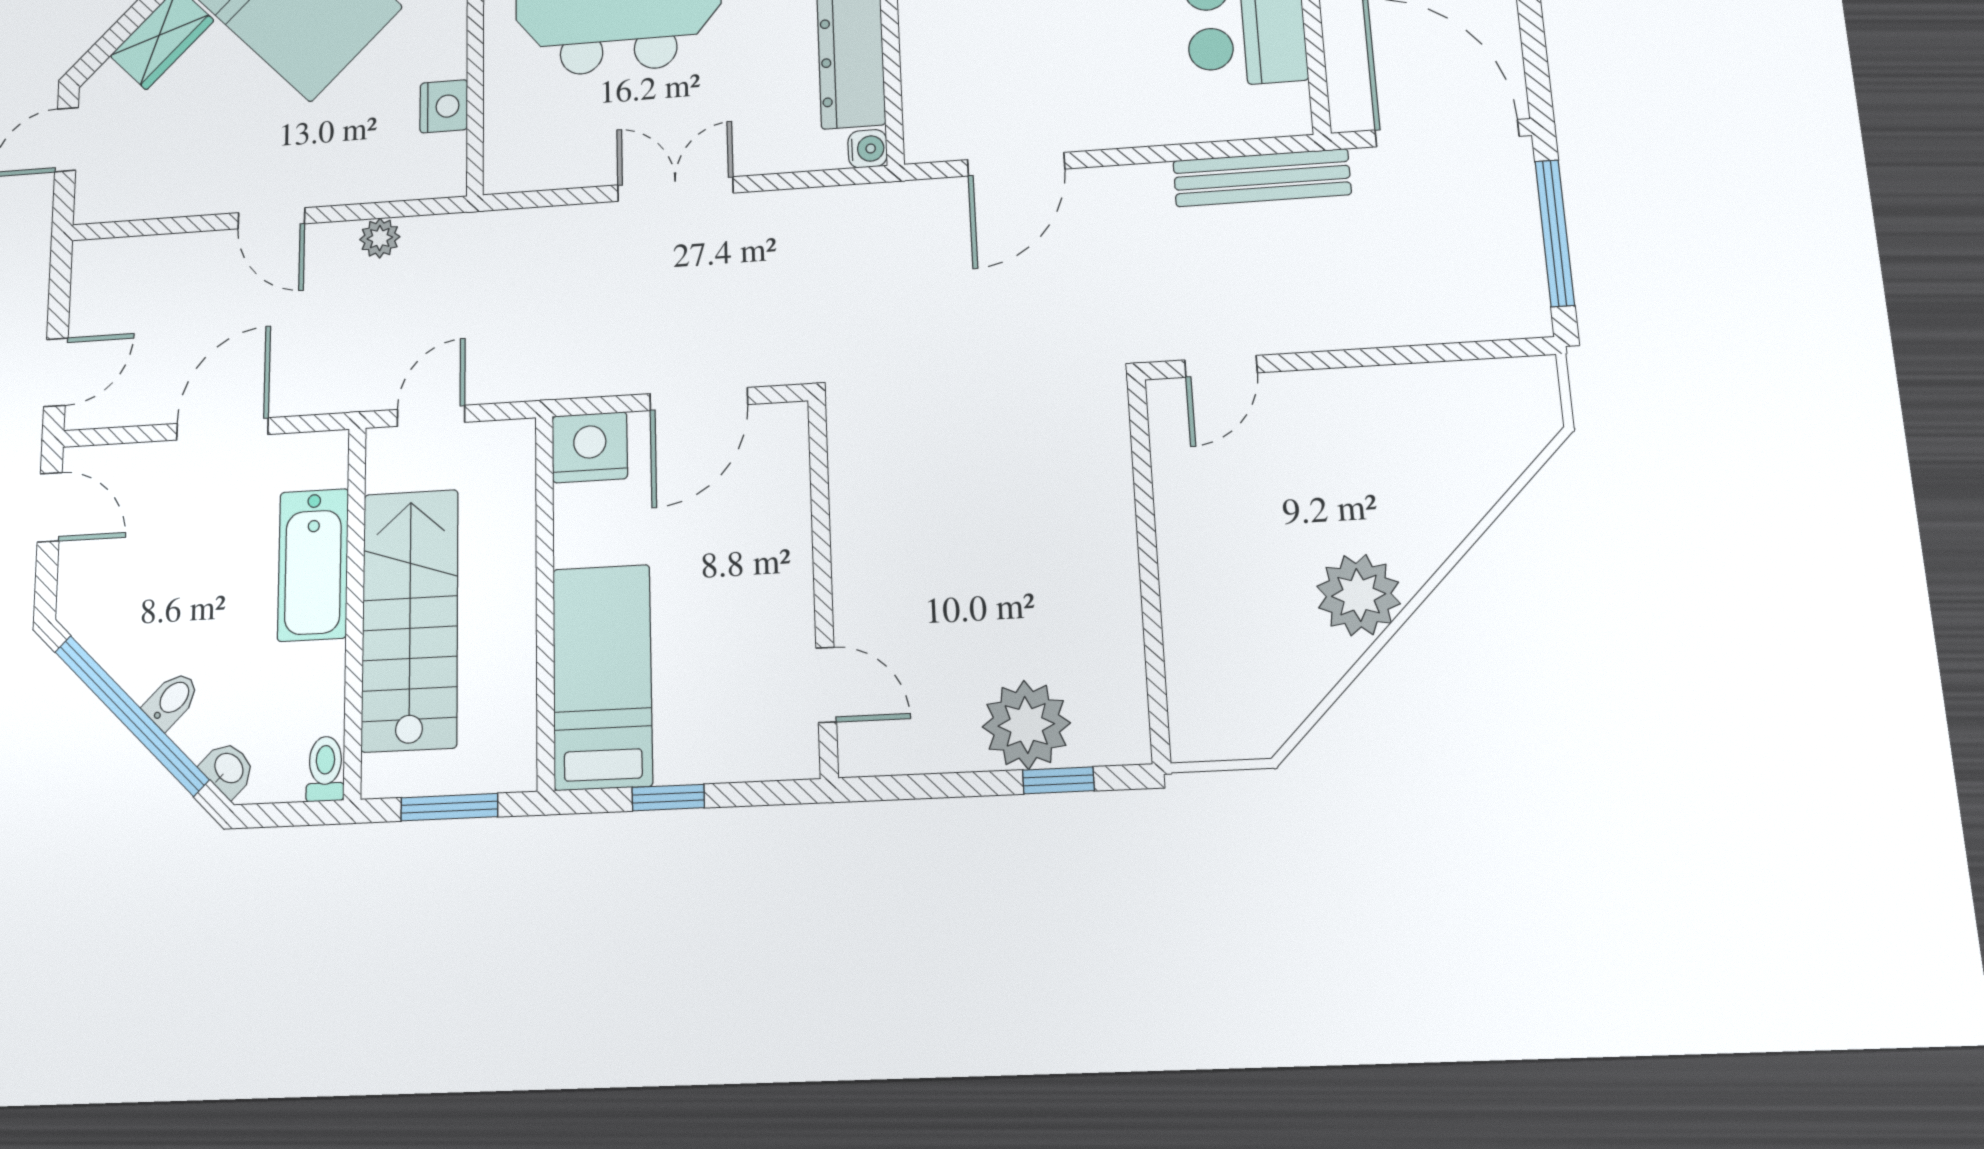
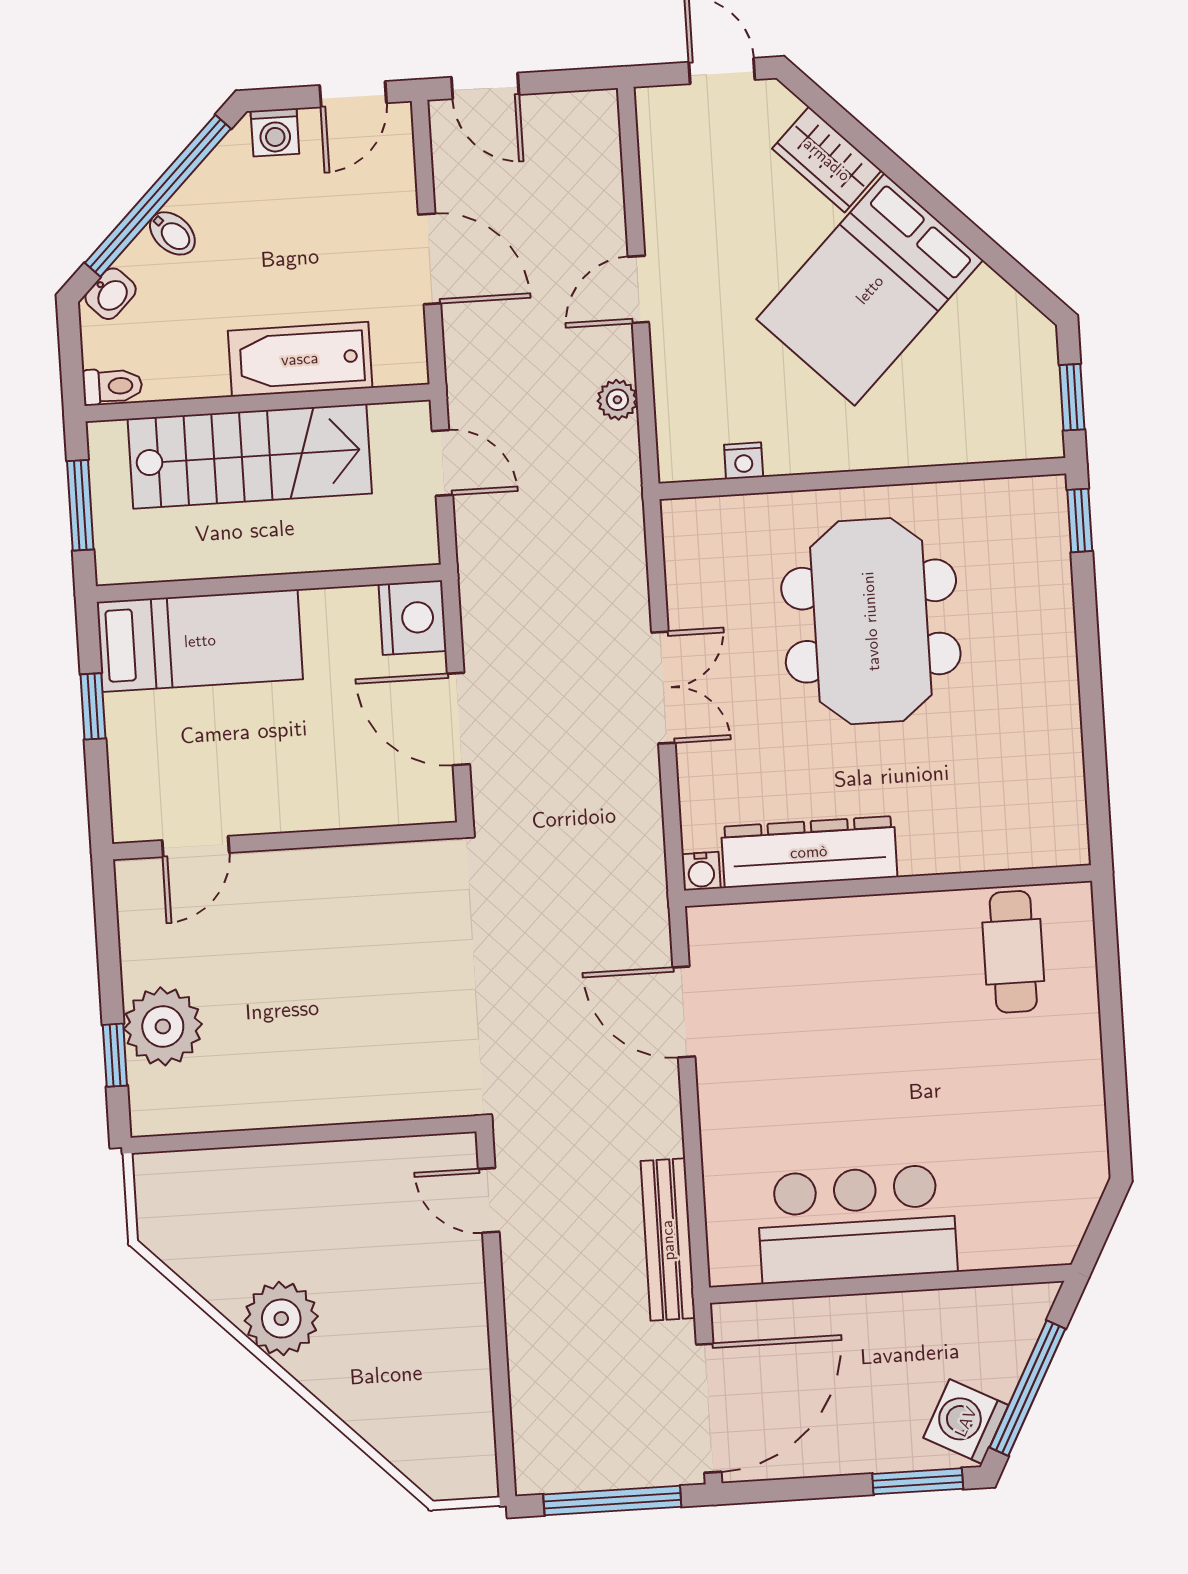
nightstand: (444, 106) -> (744, 461), width x0.72, depth x0.74
washing machine: (79, 589) -> (275, 132), added

